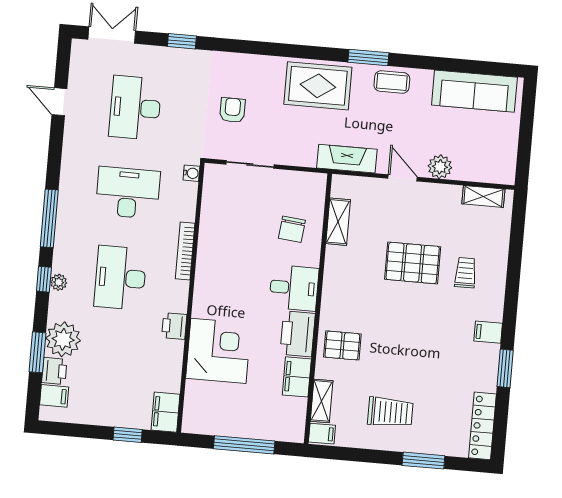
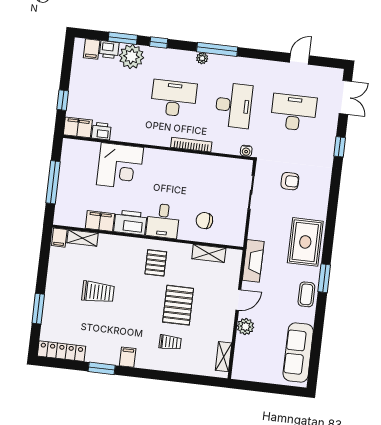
window: (44, 279) -> (159, 42), moved
plant: (59, 282) -> (202, 58), moved
printer: (174, 326) -> (101, 131), moved
pallet: (342, 345) -> (156, 263), moved
trolley: (390, 412) -> (98, 292), moved, turned -90

